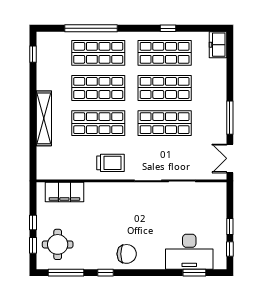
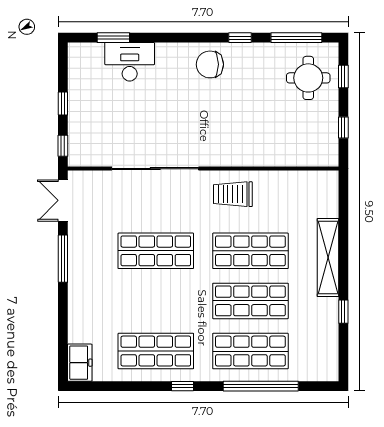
window: (168, 28) -> (183, 386), moved
window: (33, 54) -> (343, 312), moved
shop shelf: (165, 88) -> (156, 301), removed
double door: (230, 158) -> (63, 200), swing flipped
filing cabinet: (64, 192) -> (299, 153), removed
window: (33, 222) -> (343, 127), moved
window: (230, 249) -> (63, 146), moved
desk: (189, 252) -> (130, 62), width x0.73, depth x0.77

